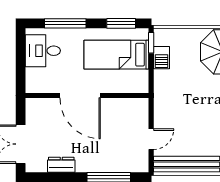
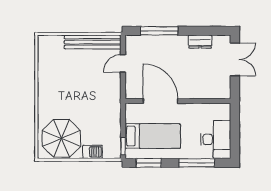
desk: (43, 51) -> (216, 139), width x1.37
barbecue: (162, 58) -> (92, 152), moved, turned 90
door: (80, 95) -> (160, 101), moved

